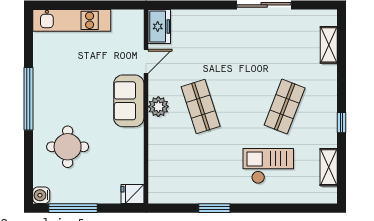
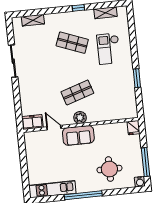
kitchen unit: (72, 20) -> (52, 189), moved, turned -90

